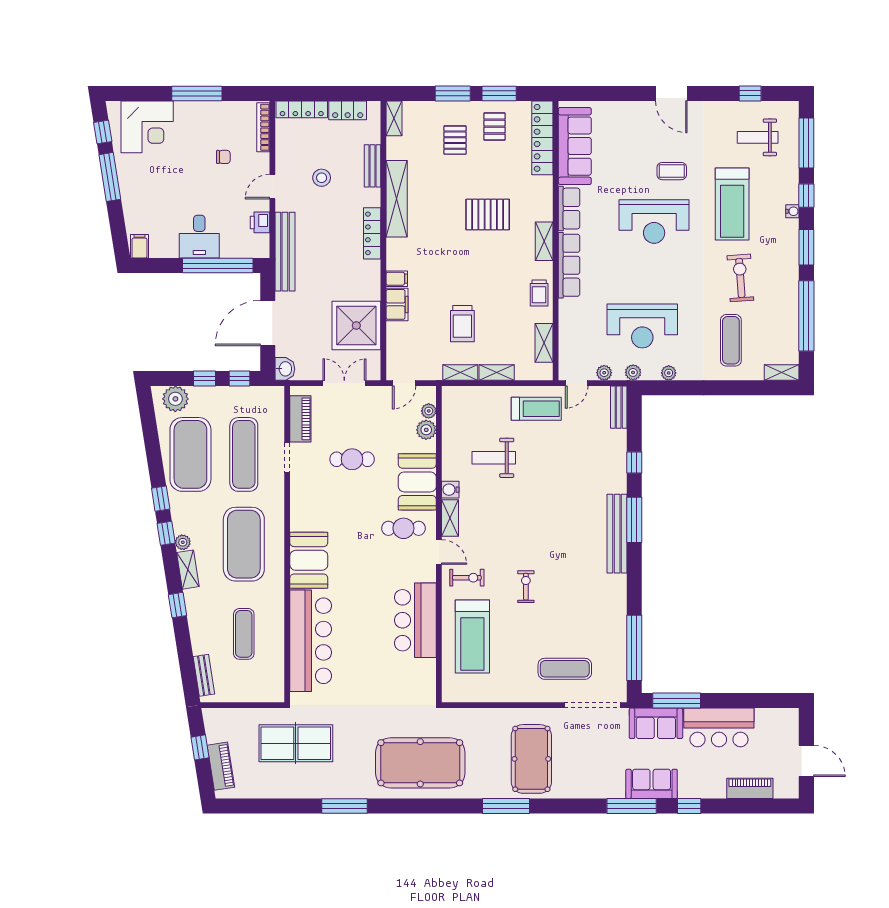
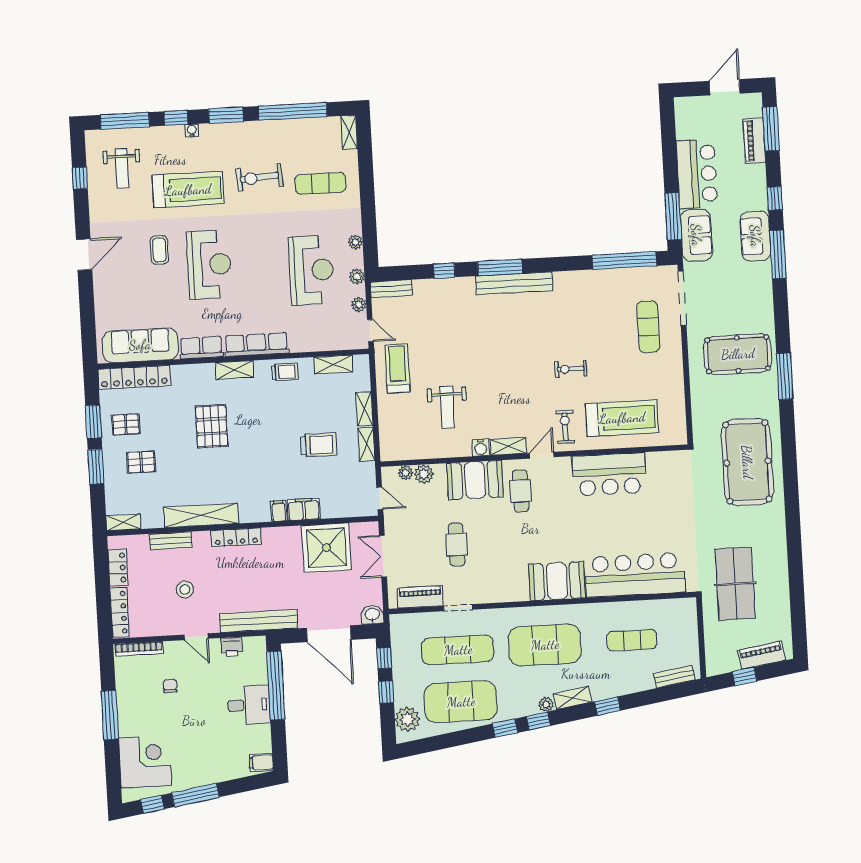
window: (344, 806) -> (771, 129), moved

